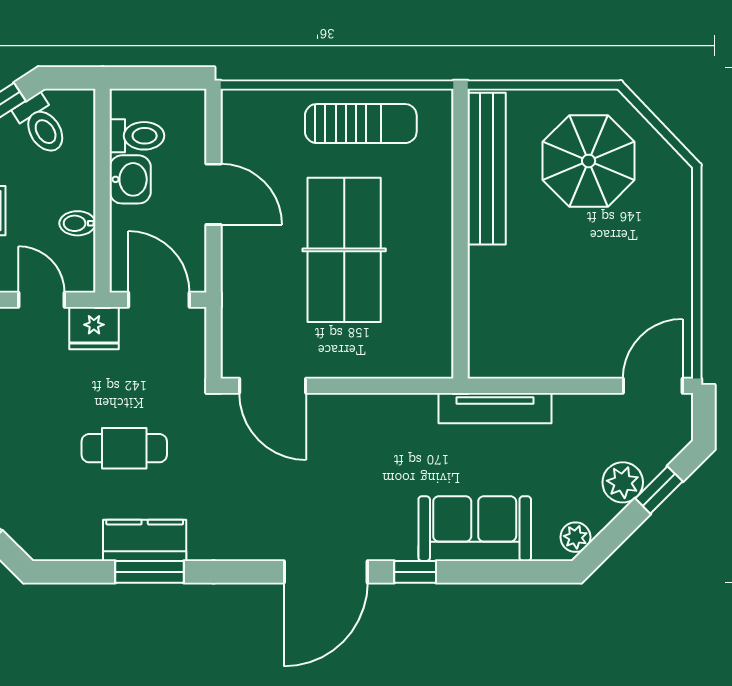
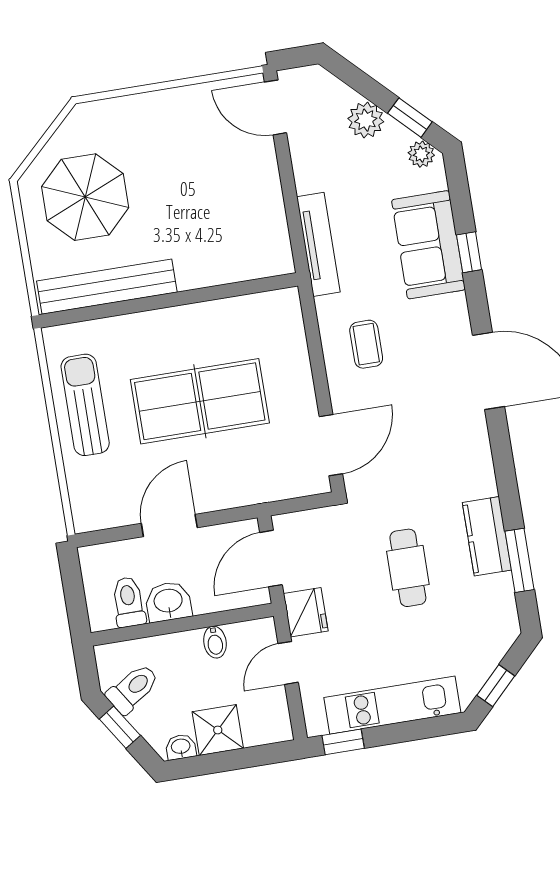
coffee table: (377, 443) -> (366, 344), added
window: (659, 490) -> (410, 118), moved
window: (149, 572) -> (519, 560), moved
window: (415, 572) -> (469, 252), moved

